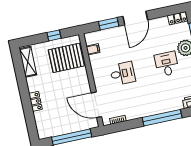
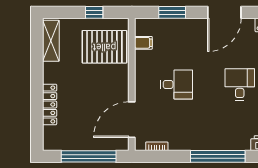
door: (135, 18) -> (224, 12), moved
locker: (35, 101) -> (50, 104), width x1.53
door: (96, 105) -> (132, 120), hinge flipped

